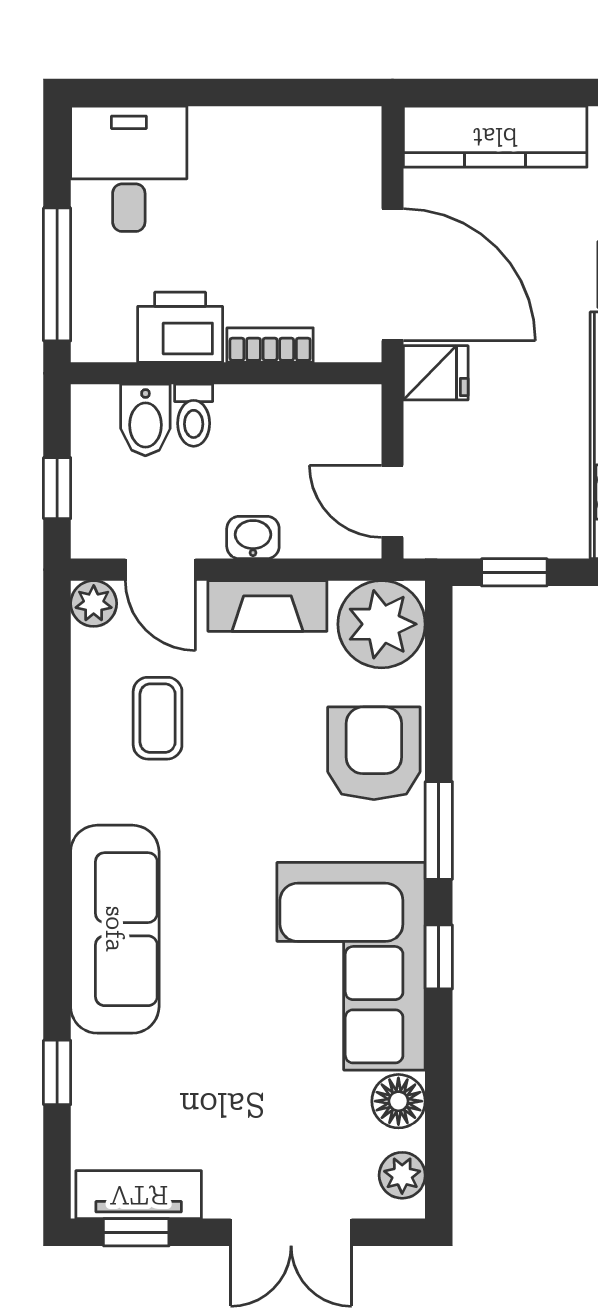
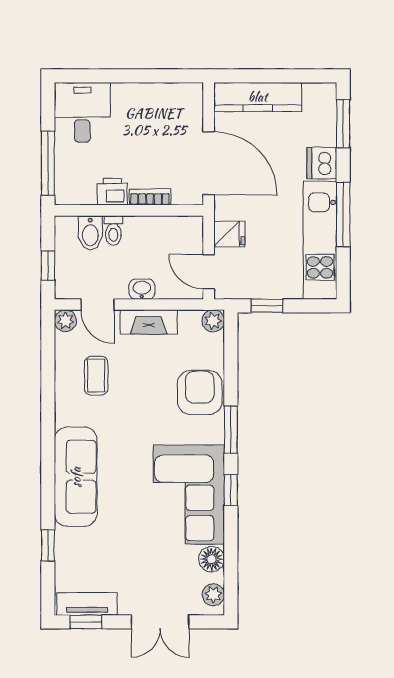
printer: (180, 327) -> (112, 192), width x0.73, depth x0.81
fridge: (436, 373) -> (229, 234), moved
plant: (382, 624) -> (213, 321), width x0.53, depth x0.53

